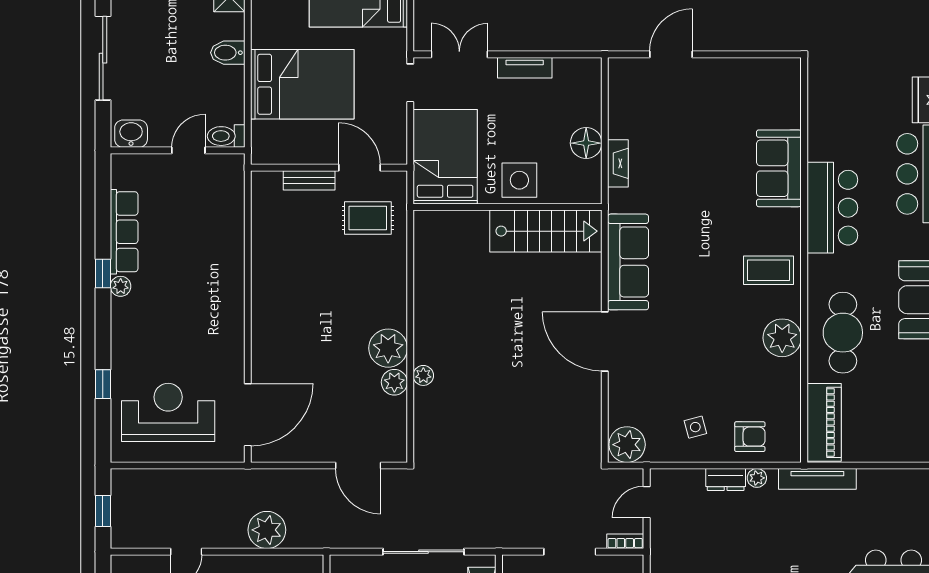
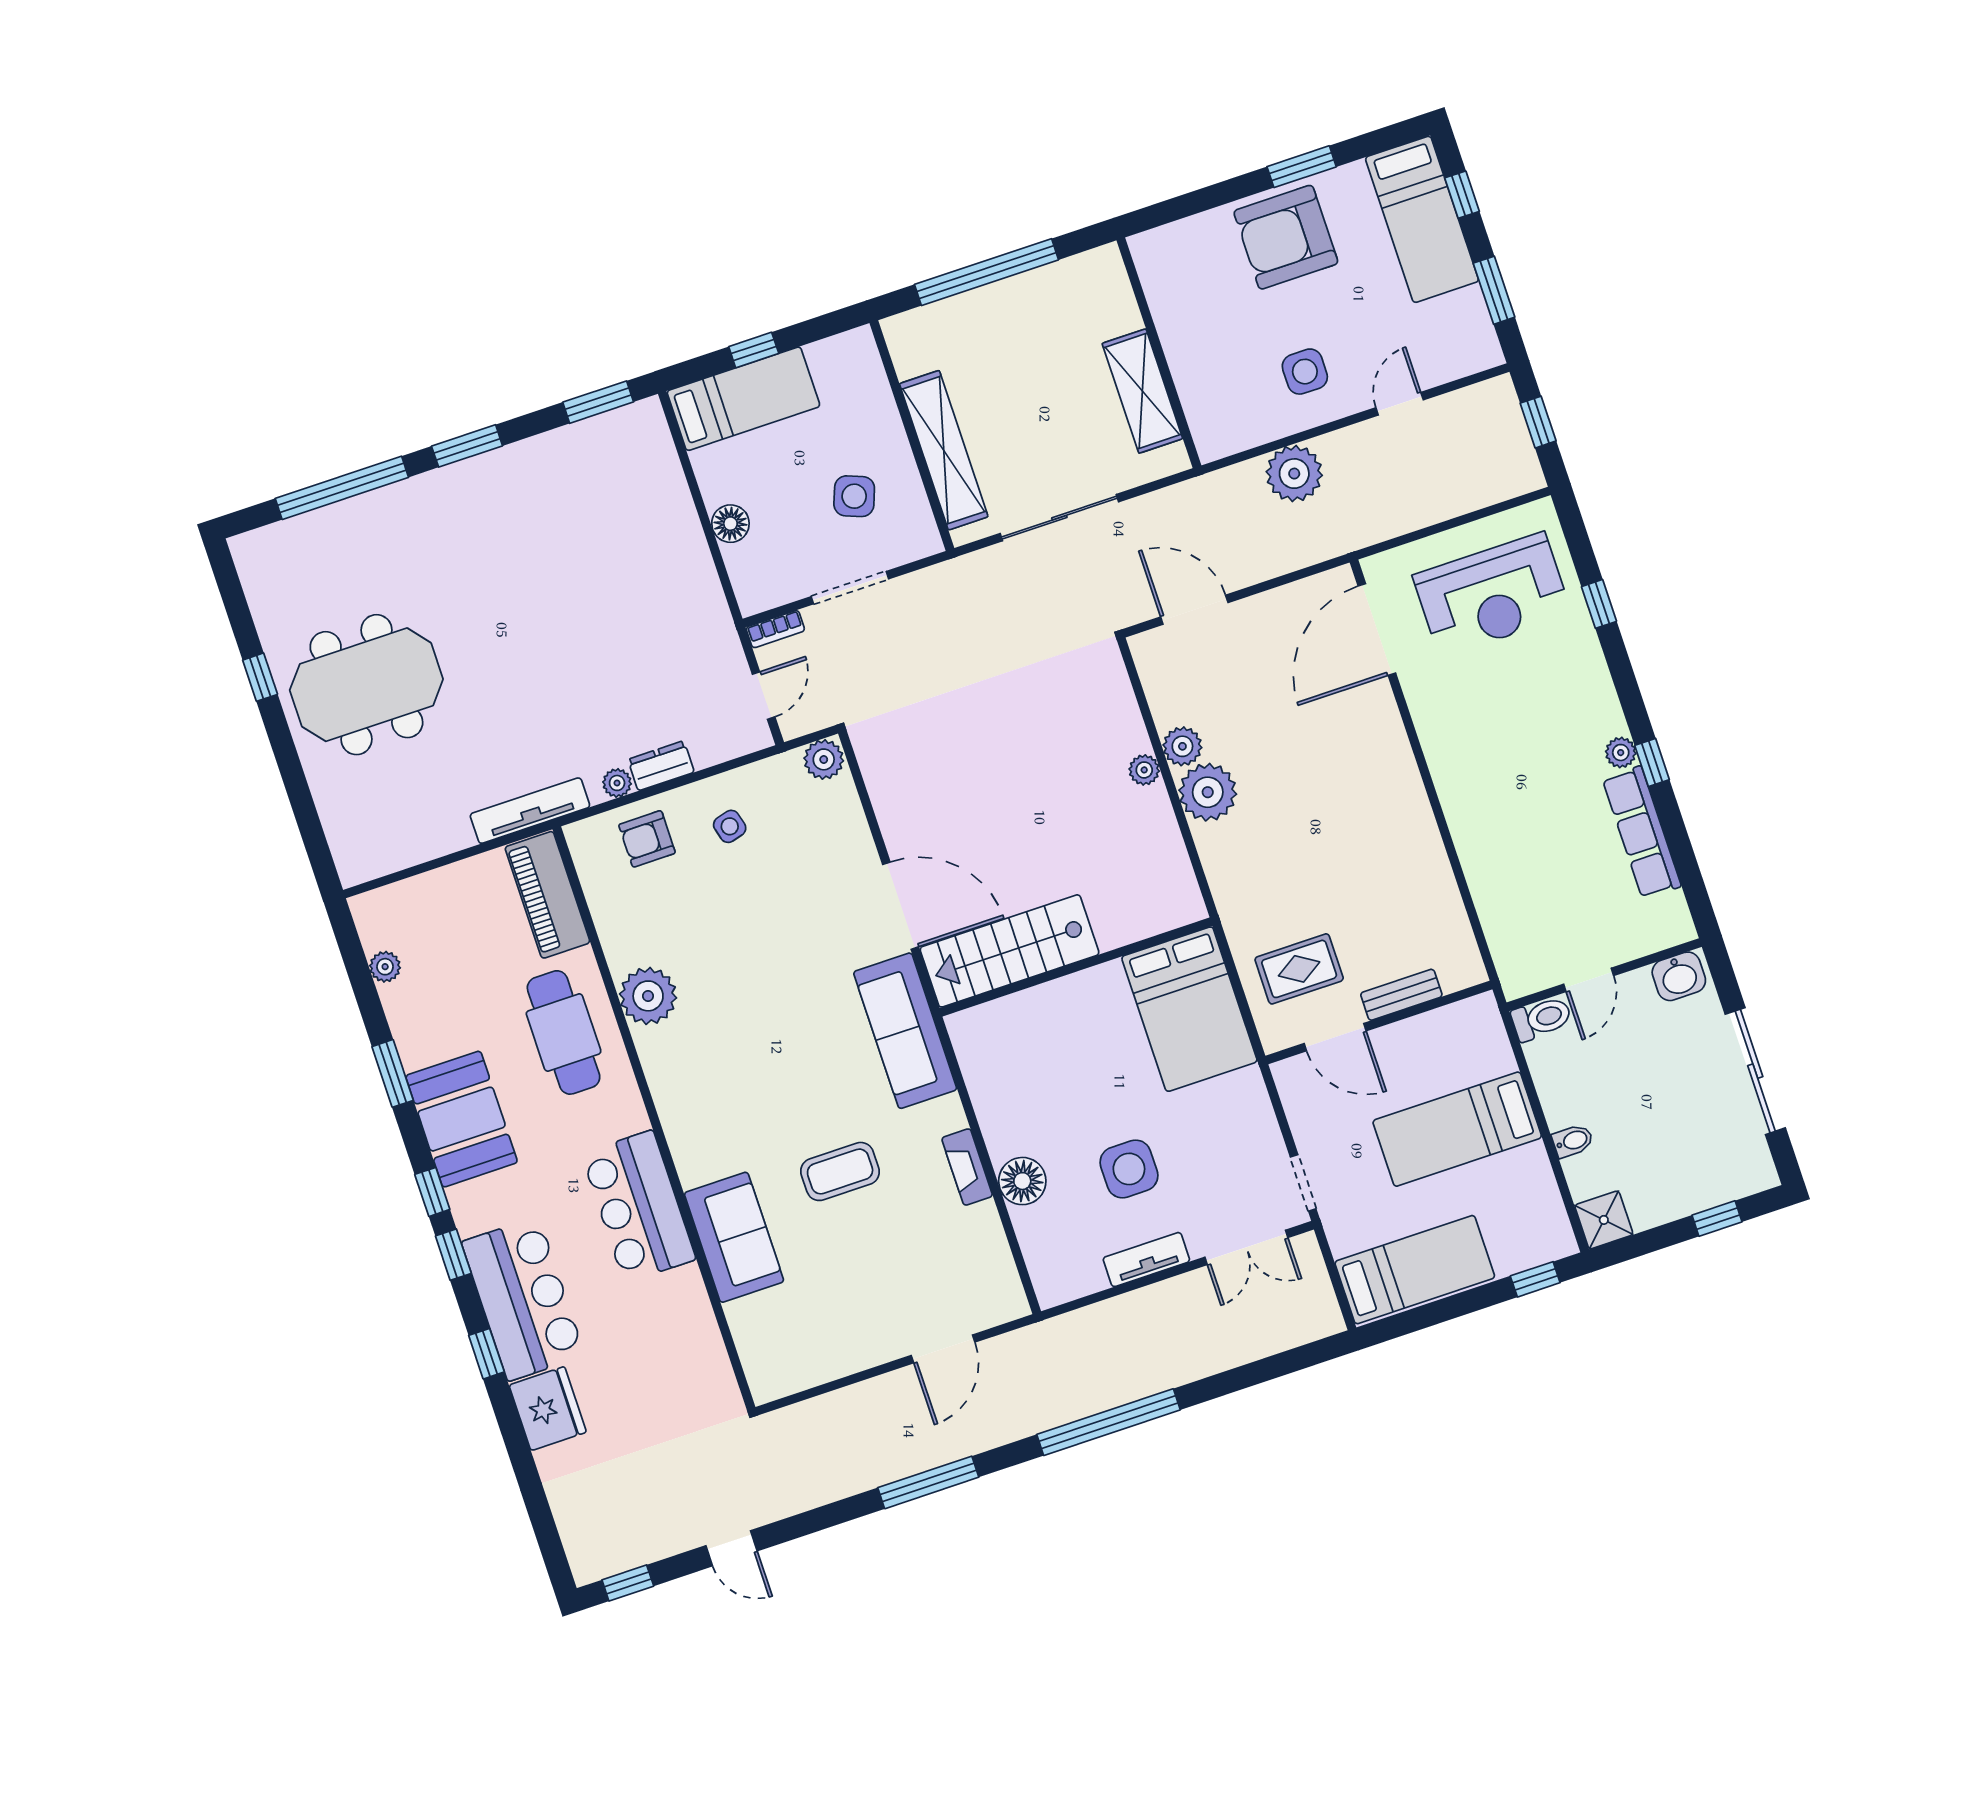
bidet: (228, 53) -> (1573, 1141), width x0.72, depth x0.74
bed: (302, 84) -> (1457, 1129), width x0.67
bed: (445, 157) -> (1189, 1009), moved
side table: (519, 180) -> (1129, 1169), moved
wall: (507, 207) -> (1076, 967), moved
stairs: (546, 231) -> (1009, 951), moved
coffee table: (769, 270) -> (840, 1171), moved
plant: (627, 445) -> (824, 759), width x0.73, depth x0.73

